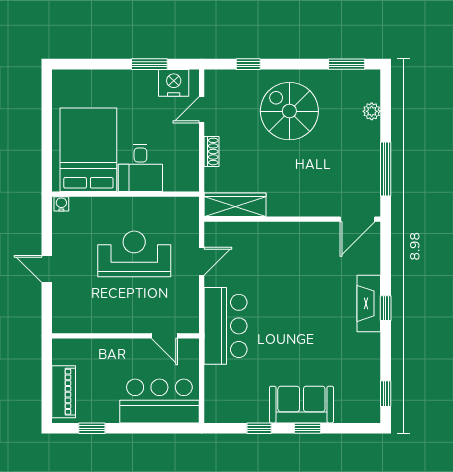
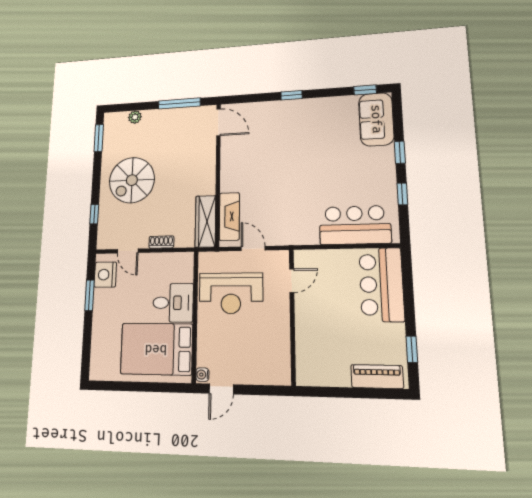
reception desk: (134, 254) -> (231, 293), moved, turned -90
door: (47, 269) -> (221, 389), moved
fireplace: (369, 303) -> (229, 216), moved, turned -90
bar counter: (226, 326) -> (355, 225), moved
wall: (126, 336) -> (292, 316), moved
door: (164, 336) -> (292, 281), moved
sofa: (301, 405) -> (376, 119), moved

